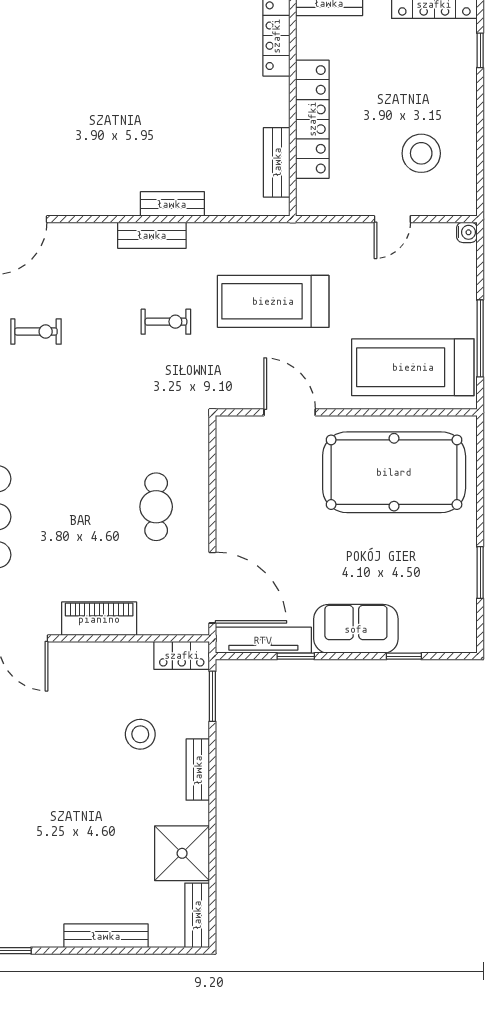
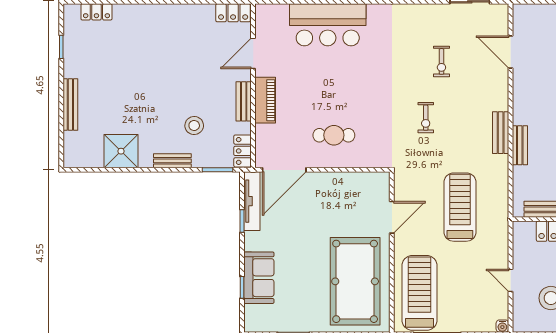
exercise bike: (166, 322) -> (426, 118), moved
sofa: (356, 629) -> (259, 278), moved
bench: (197, 915) -> (244, 101), moved, turned 90

